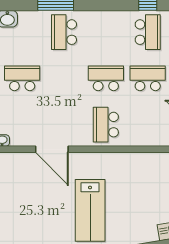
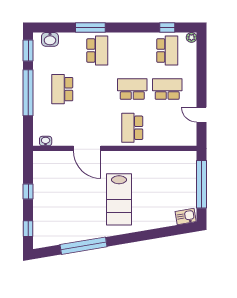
school desk: (64, 32) -> (97, 50), turned 180
school desk: (22, 78) -> (62, 89), turned -90

